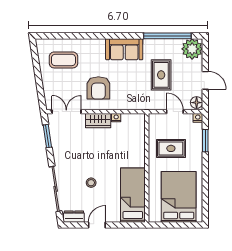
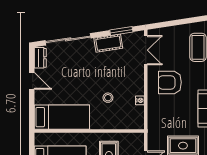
wardrobe: (98, 121) -> (137, 82), removed
cot: (59, 149) -> (108, 43), added
stool: (91, 183) -> (108, 98), moved

